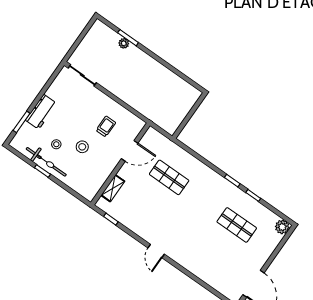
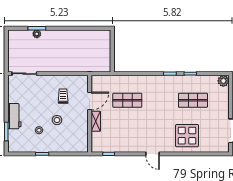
bicycle: (46, 162) -> (40, 146), removed
shelving: (113, 188) -> (96, 121), moved
display table: (205, 257) -> (187, 136), added

